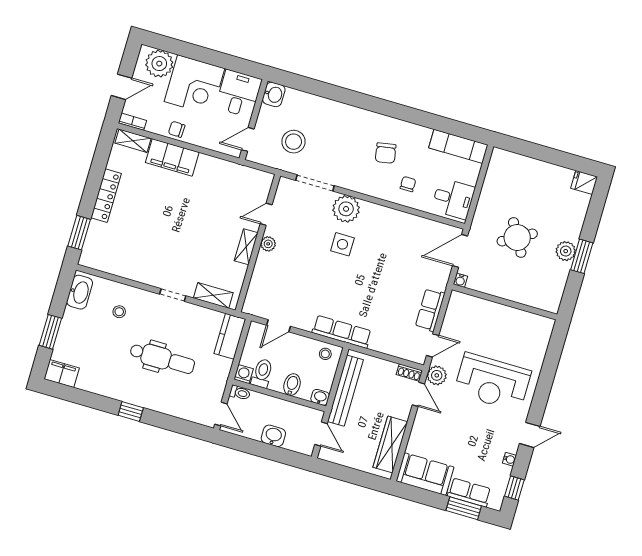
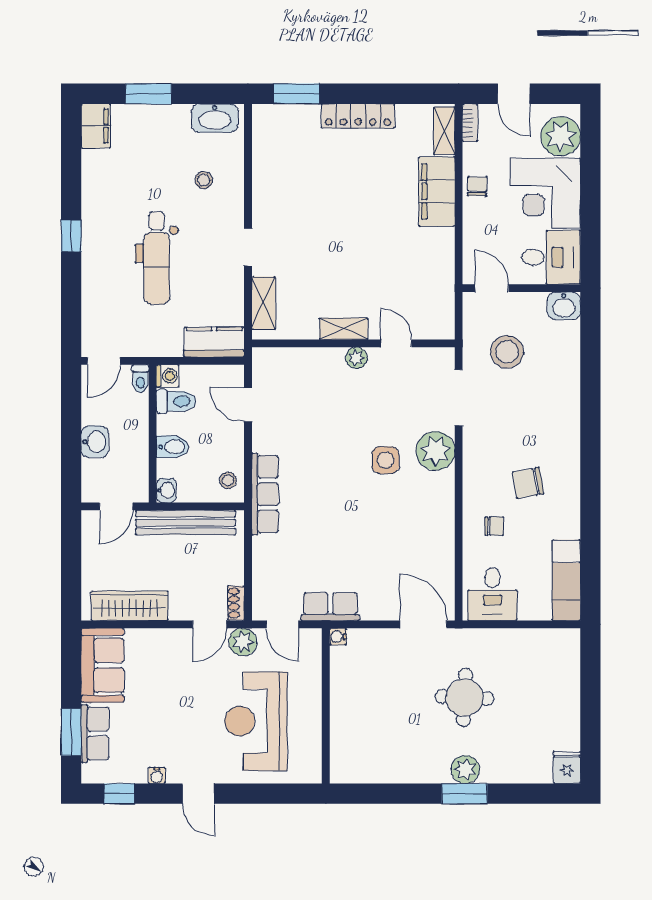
round table: (517, 237) -> (465, 697), turned 33
water cooler: (460, 280) -> (338, 637), moved
wall: (505, 302) -> (326, 706), moved

